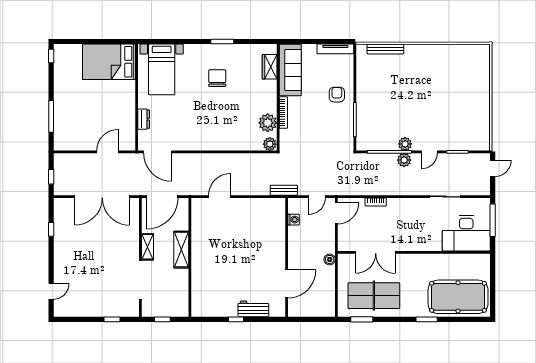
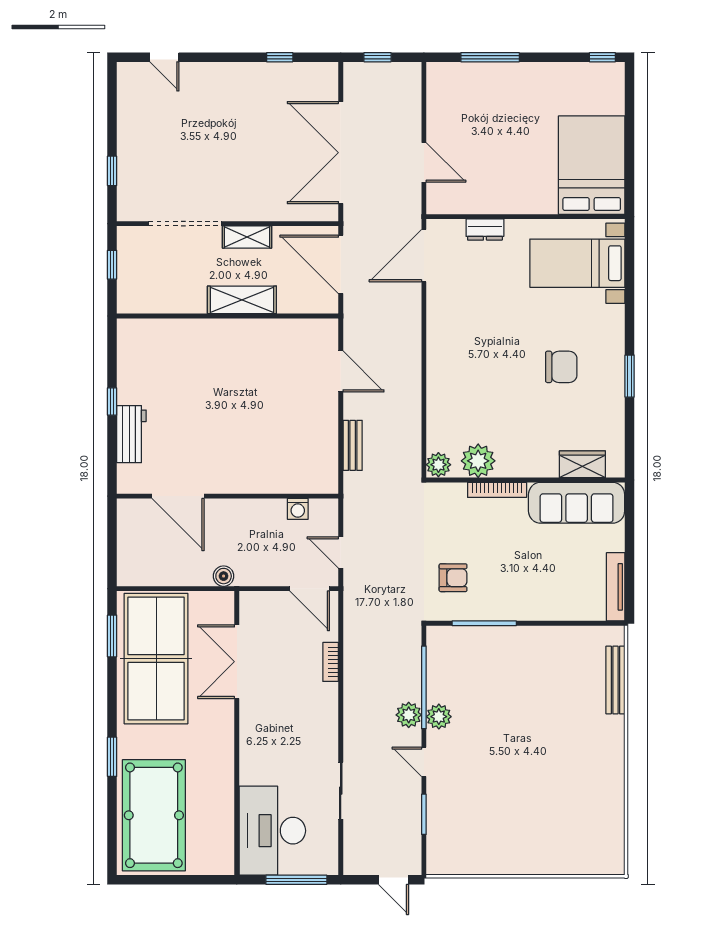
armchair: (337, 95) -> (453, 578), moved
bench: (284, 190) -> (353, 445), moved
table tennis table: (374, 296) -> (156, 659), width x1.36, depth x1.32

